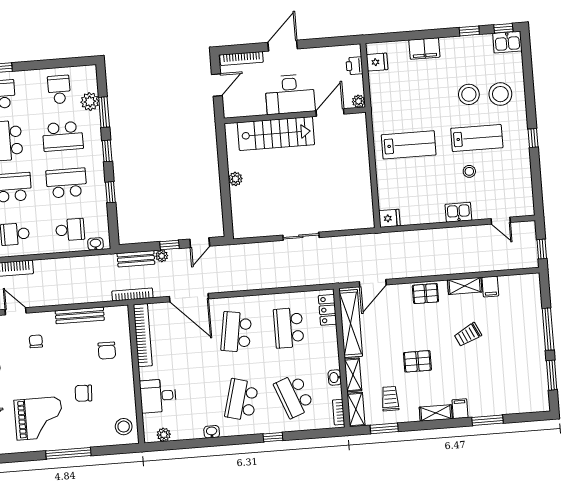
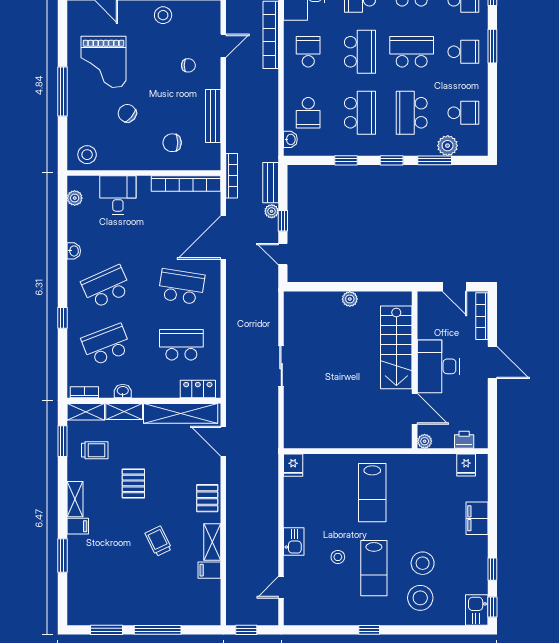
chair: (83, 393) -> (127, 113), turned -53
school desk: (242, 400) -> (106, 287), turned -39

